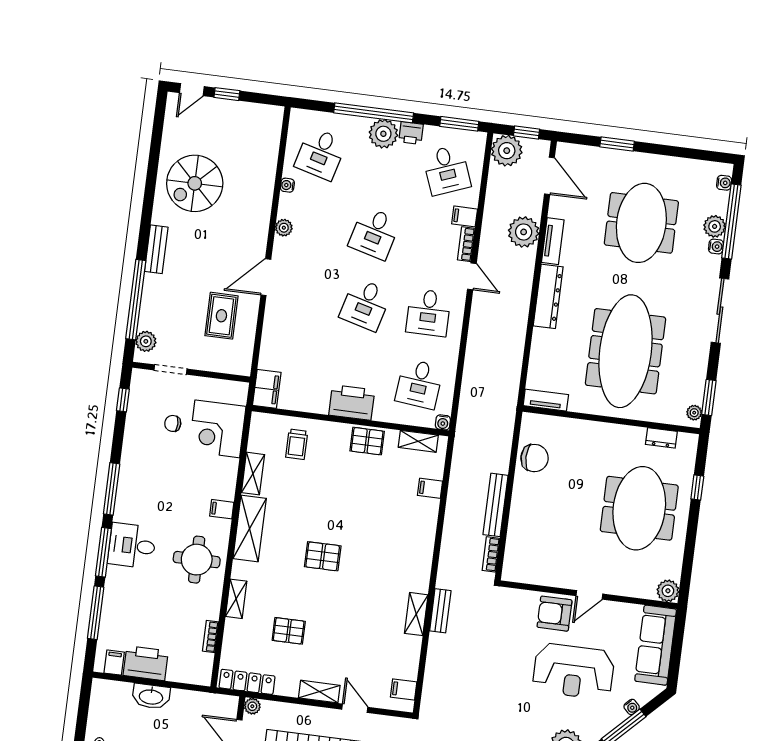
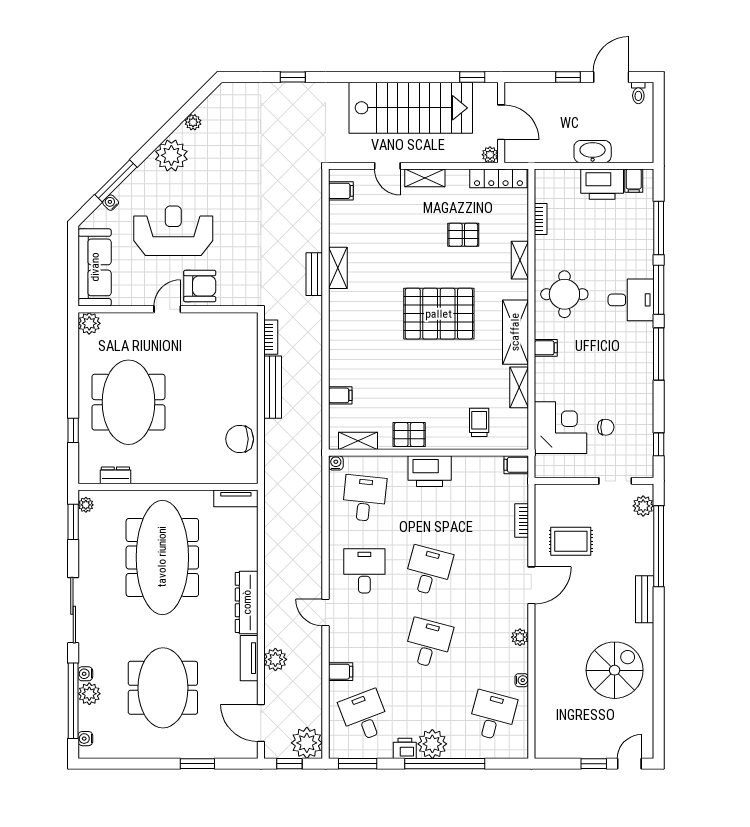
plant: (524, 232) -> (275, 659), width x0.73, depth x0.73
bookcase: (466, 244) -> (522, 521), moved, turned 180
rug: (221, 316) -> (571, 541), turned 90
filing cabinet: (267, 389) -> (516, 465), width x0.50
pallet: (323, 556) -> (439, 314), width x2.05, depth x2.00

